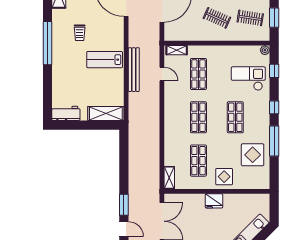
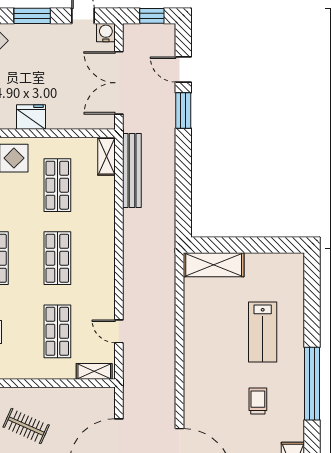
lab bench: (105, 60) -> (263, 332), moved, turned 90
bench: (134, 70) -> (132, 170), moved
workbench: (66, 113) -> (281, 265), removed

